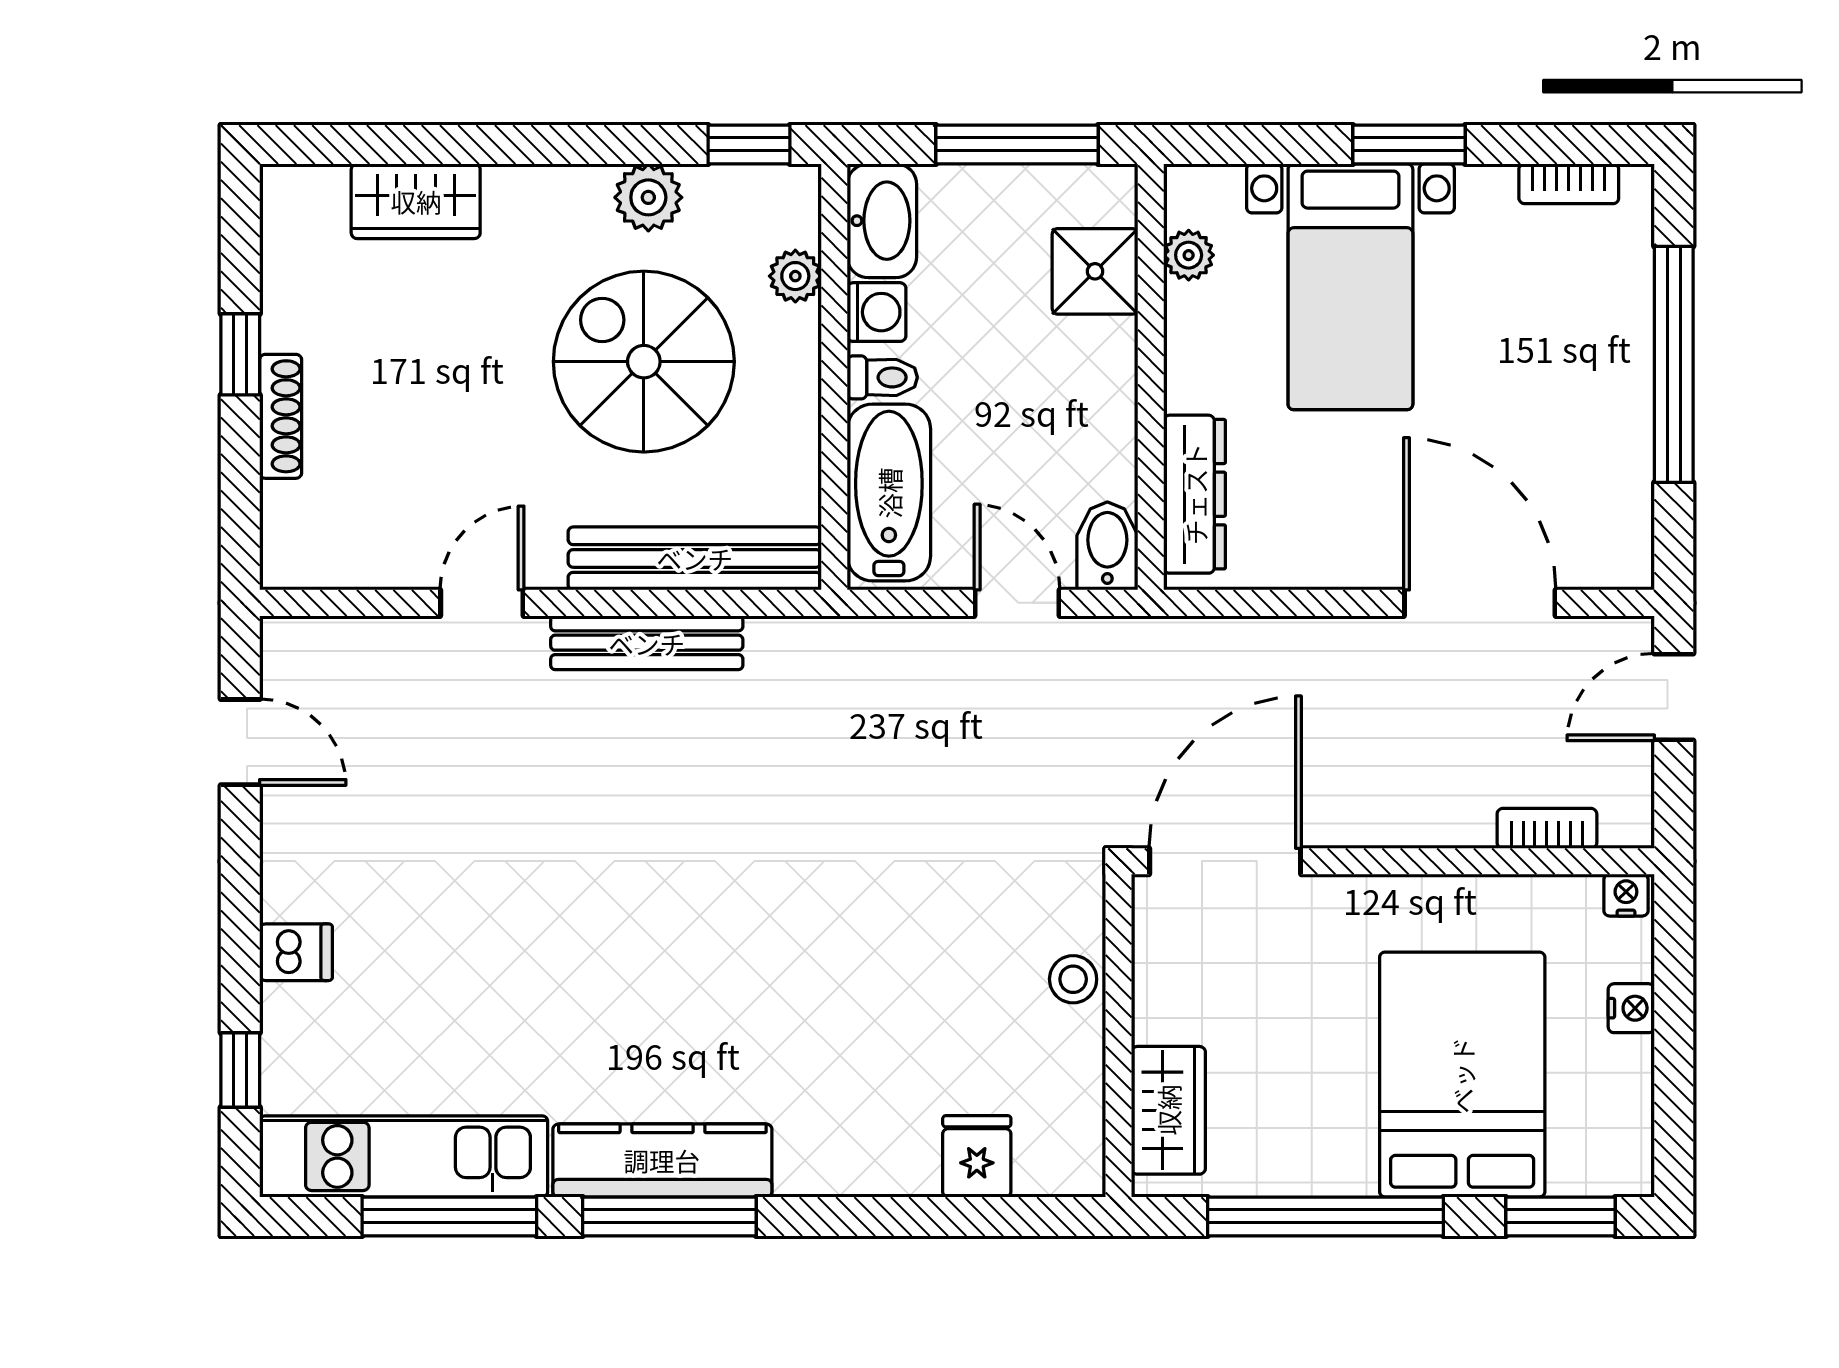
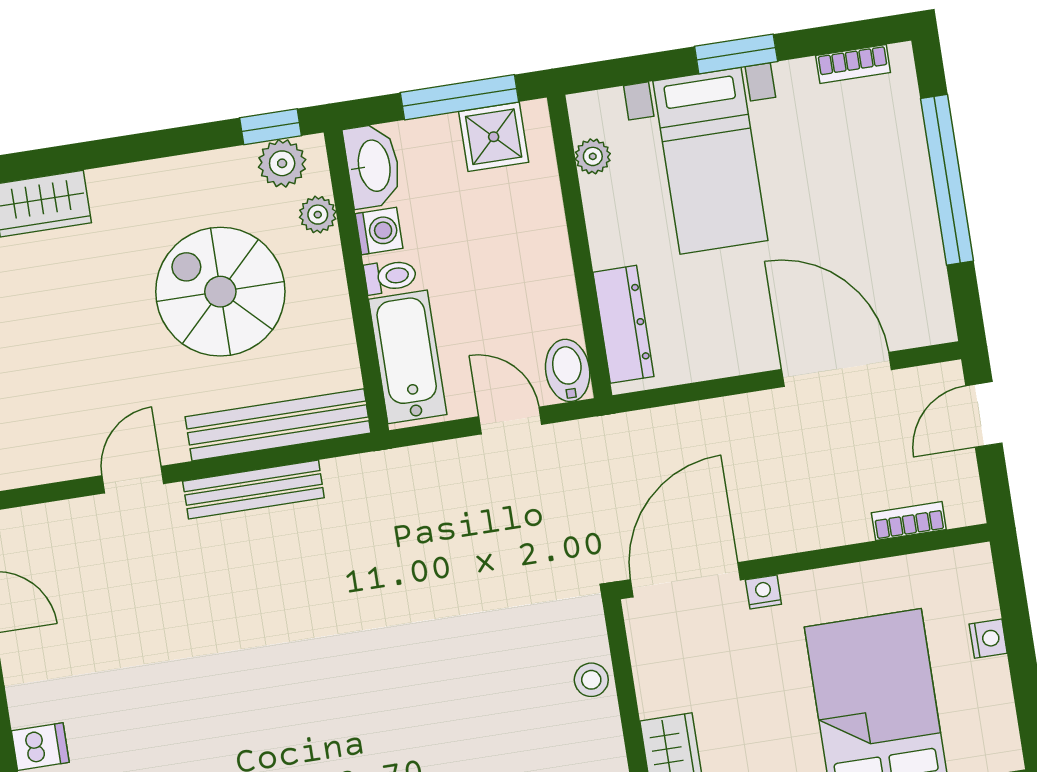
plant: (648, 197) -> (282, 163), moved
shower: (1095, 271) -> (494, 137), moved
nightstand: (1626, 895) -> (763, 592), moved

